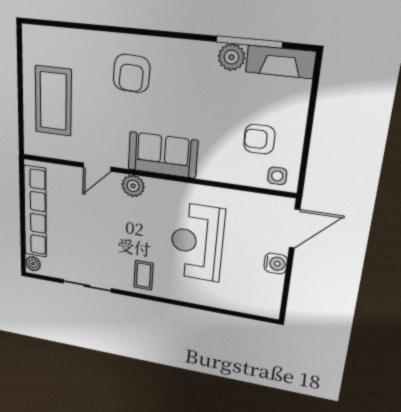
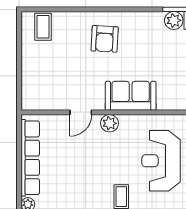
coffee table: (53, 101) -> (43, 27), moved, width x0.54, depth x0.58

